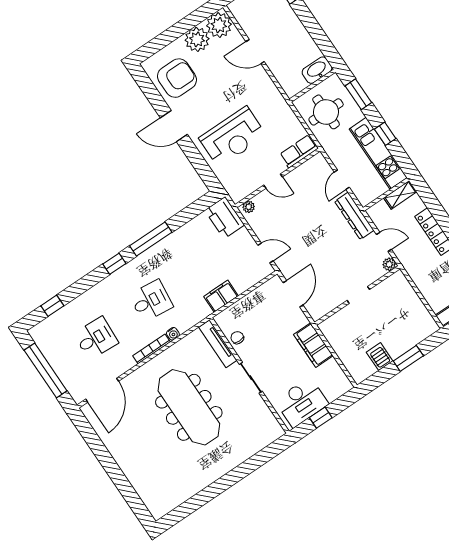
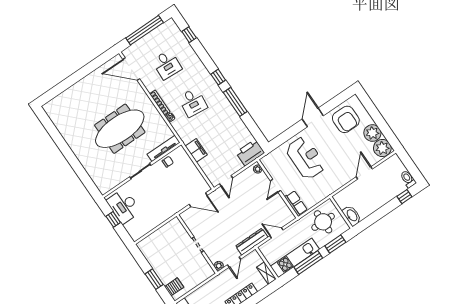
window: (385, 134) -> (308, 263), width x2.17
reception desk: (233, 137) -> (306, 158), turned 180
filing cabinet: (313, 345) -> (163, 214), removed
server rack: (380, 357) -> (174, 287), moved

